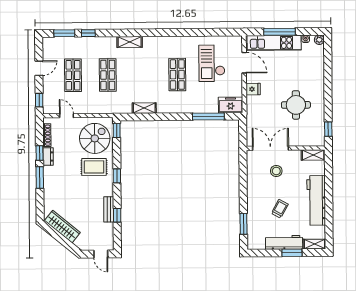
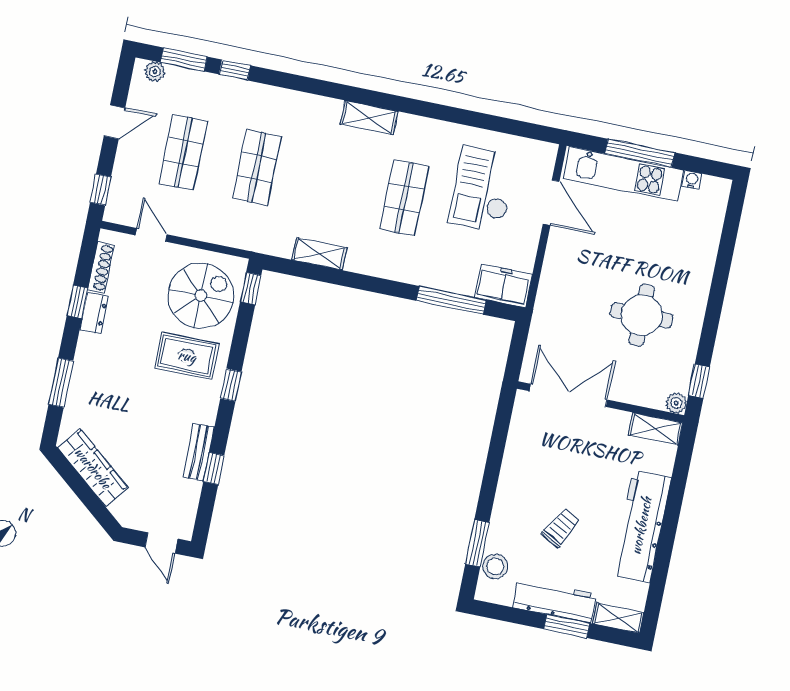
plant: (319, 40) -> (676, 403), moved
plant: (52, 41) -> (155, 72), added
shelving: (130, 42) -> (369, 118), moved
fridge: (253, 89) -> (558, 263), removed
stool: (276, 171) -> (495, 566), moved
window: (40, 178) -> (61, 383), moved

